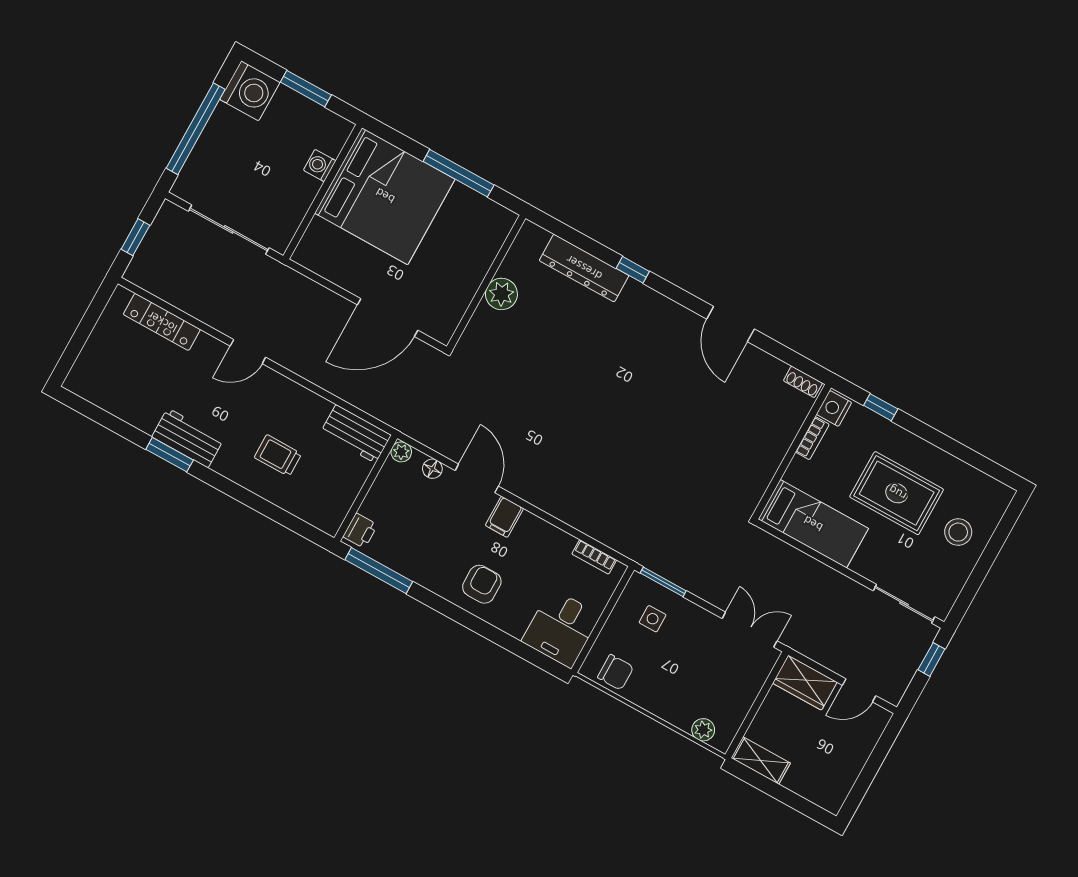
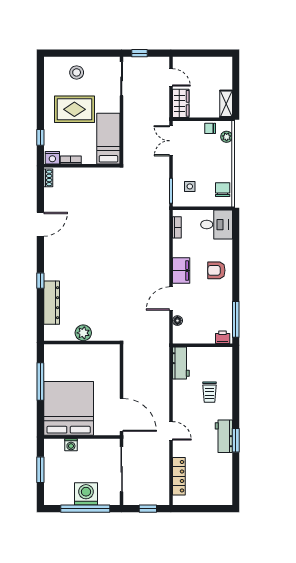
washing machine: (250, 91) -> (86, 494), moved
door: (388, 318) -> (122, 415), moved
plant: (401, 452) -> (178, 338), removed
rug: (897, 493) -> (74, 109), turned 90
filing cabinet: (504, 517) -> (181, 270), width x2.00
chair: (734, 709) -> (210, 128), added

